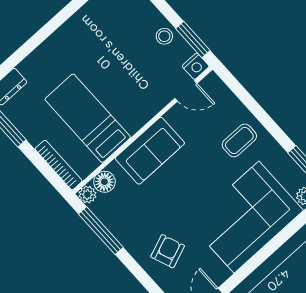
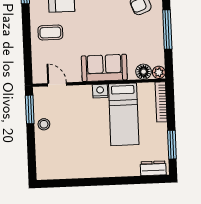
nightstand: (196, 66) -> (100, 91), moved
window: (101, 231) -> (167, 30), moved

